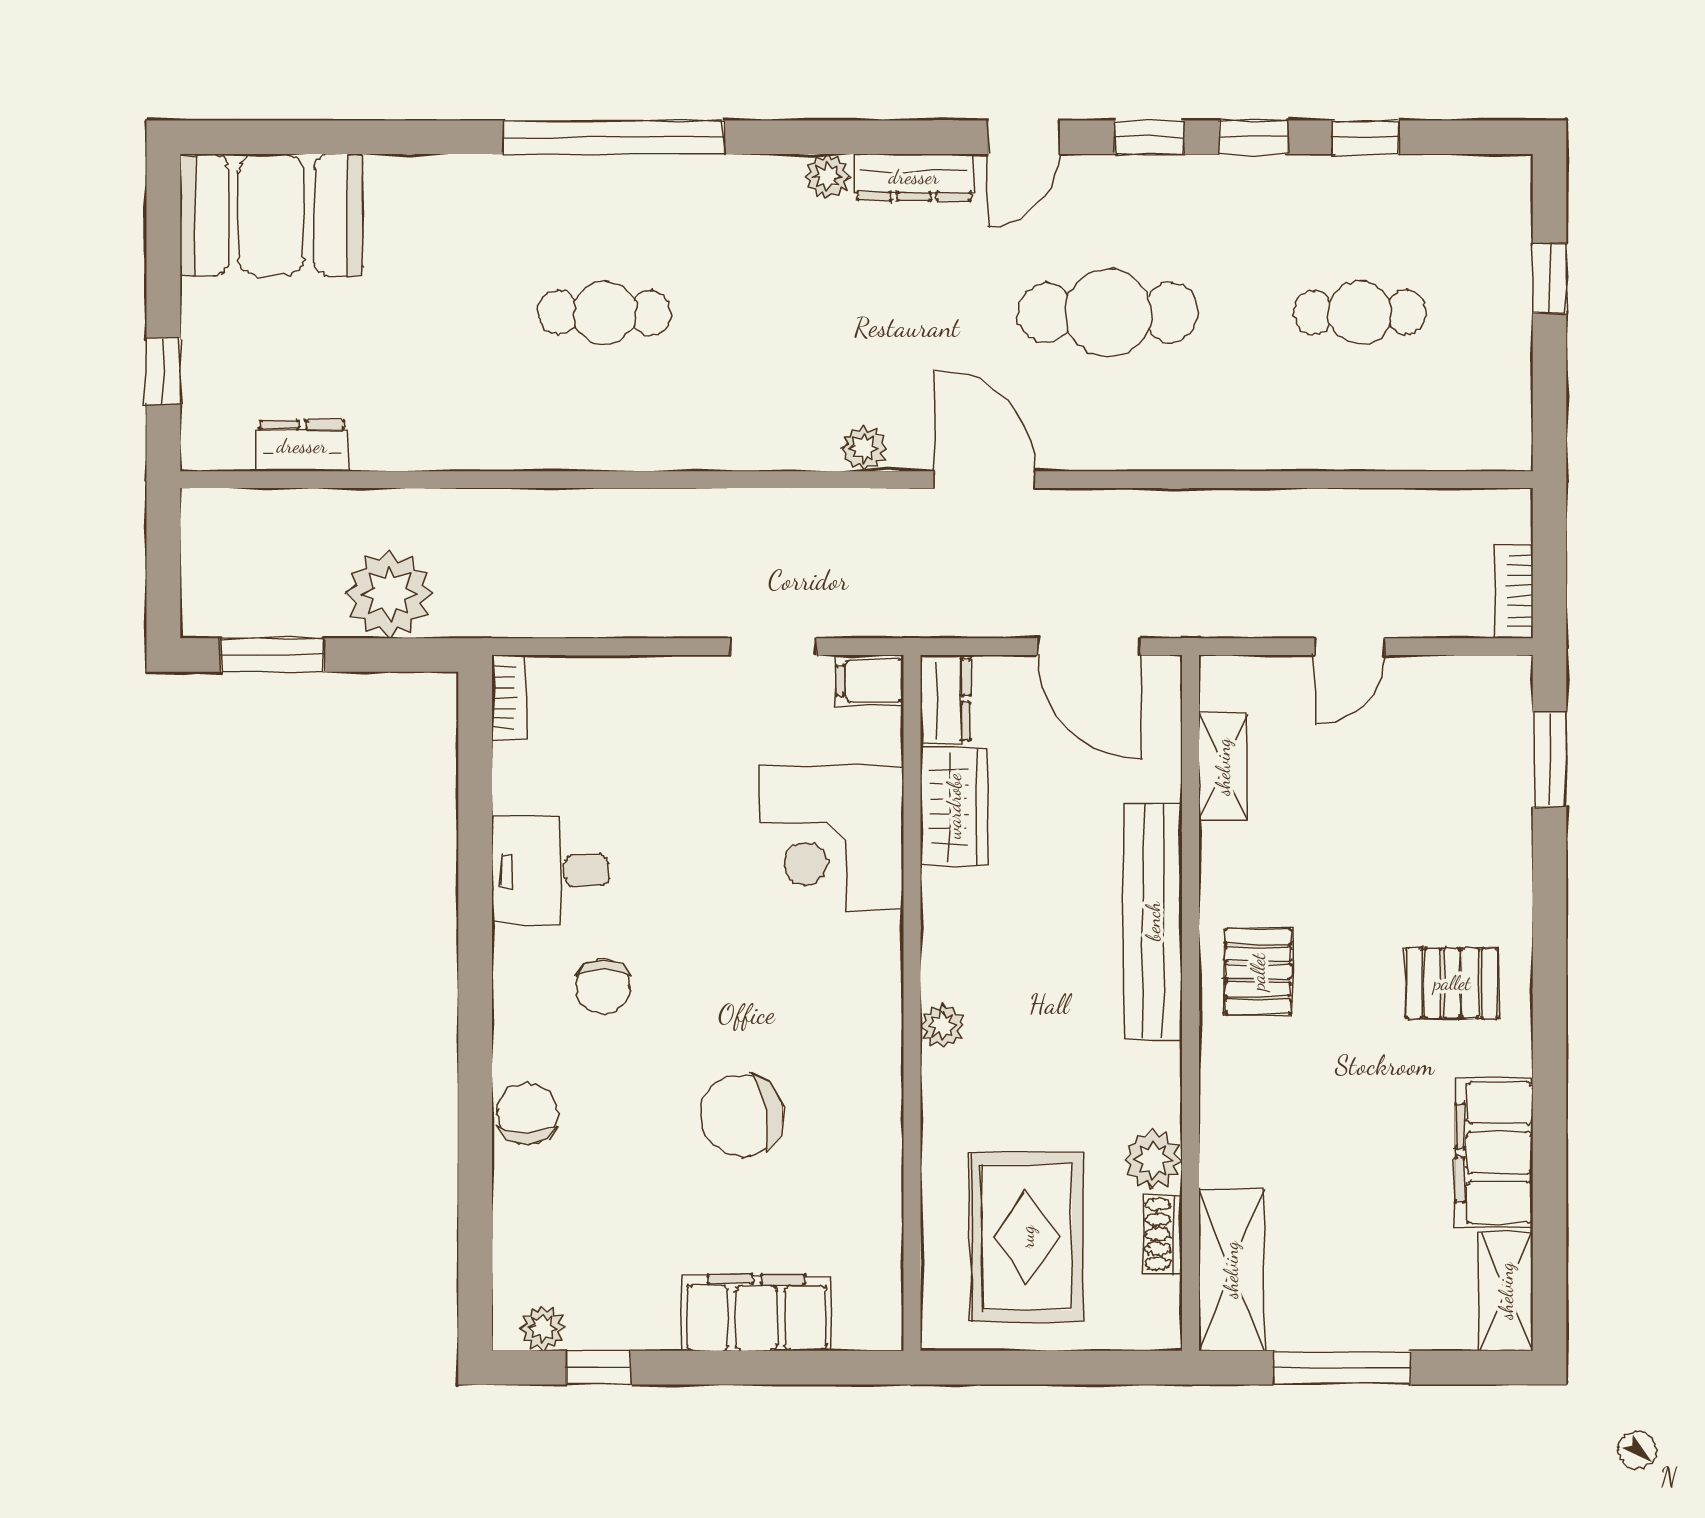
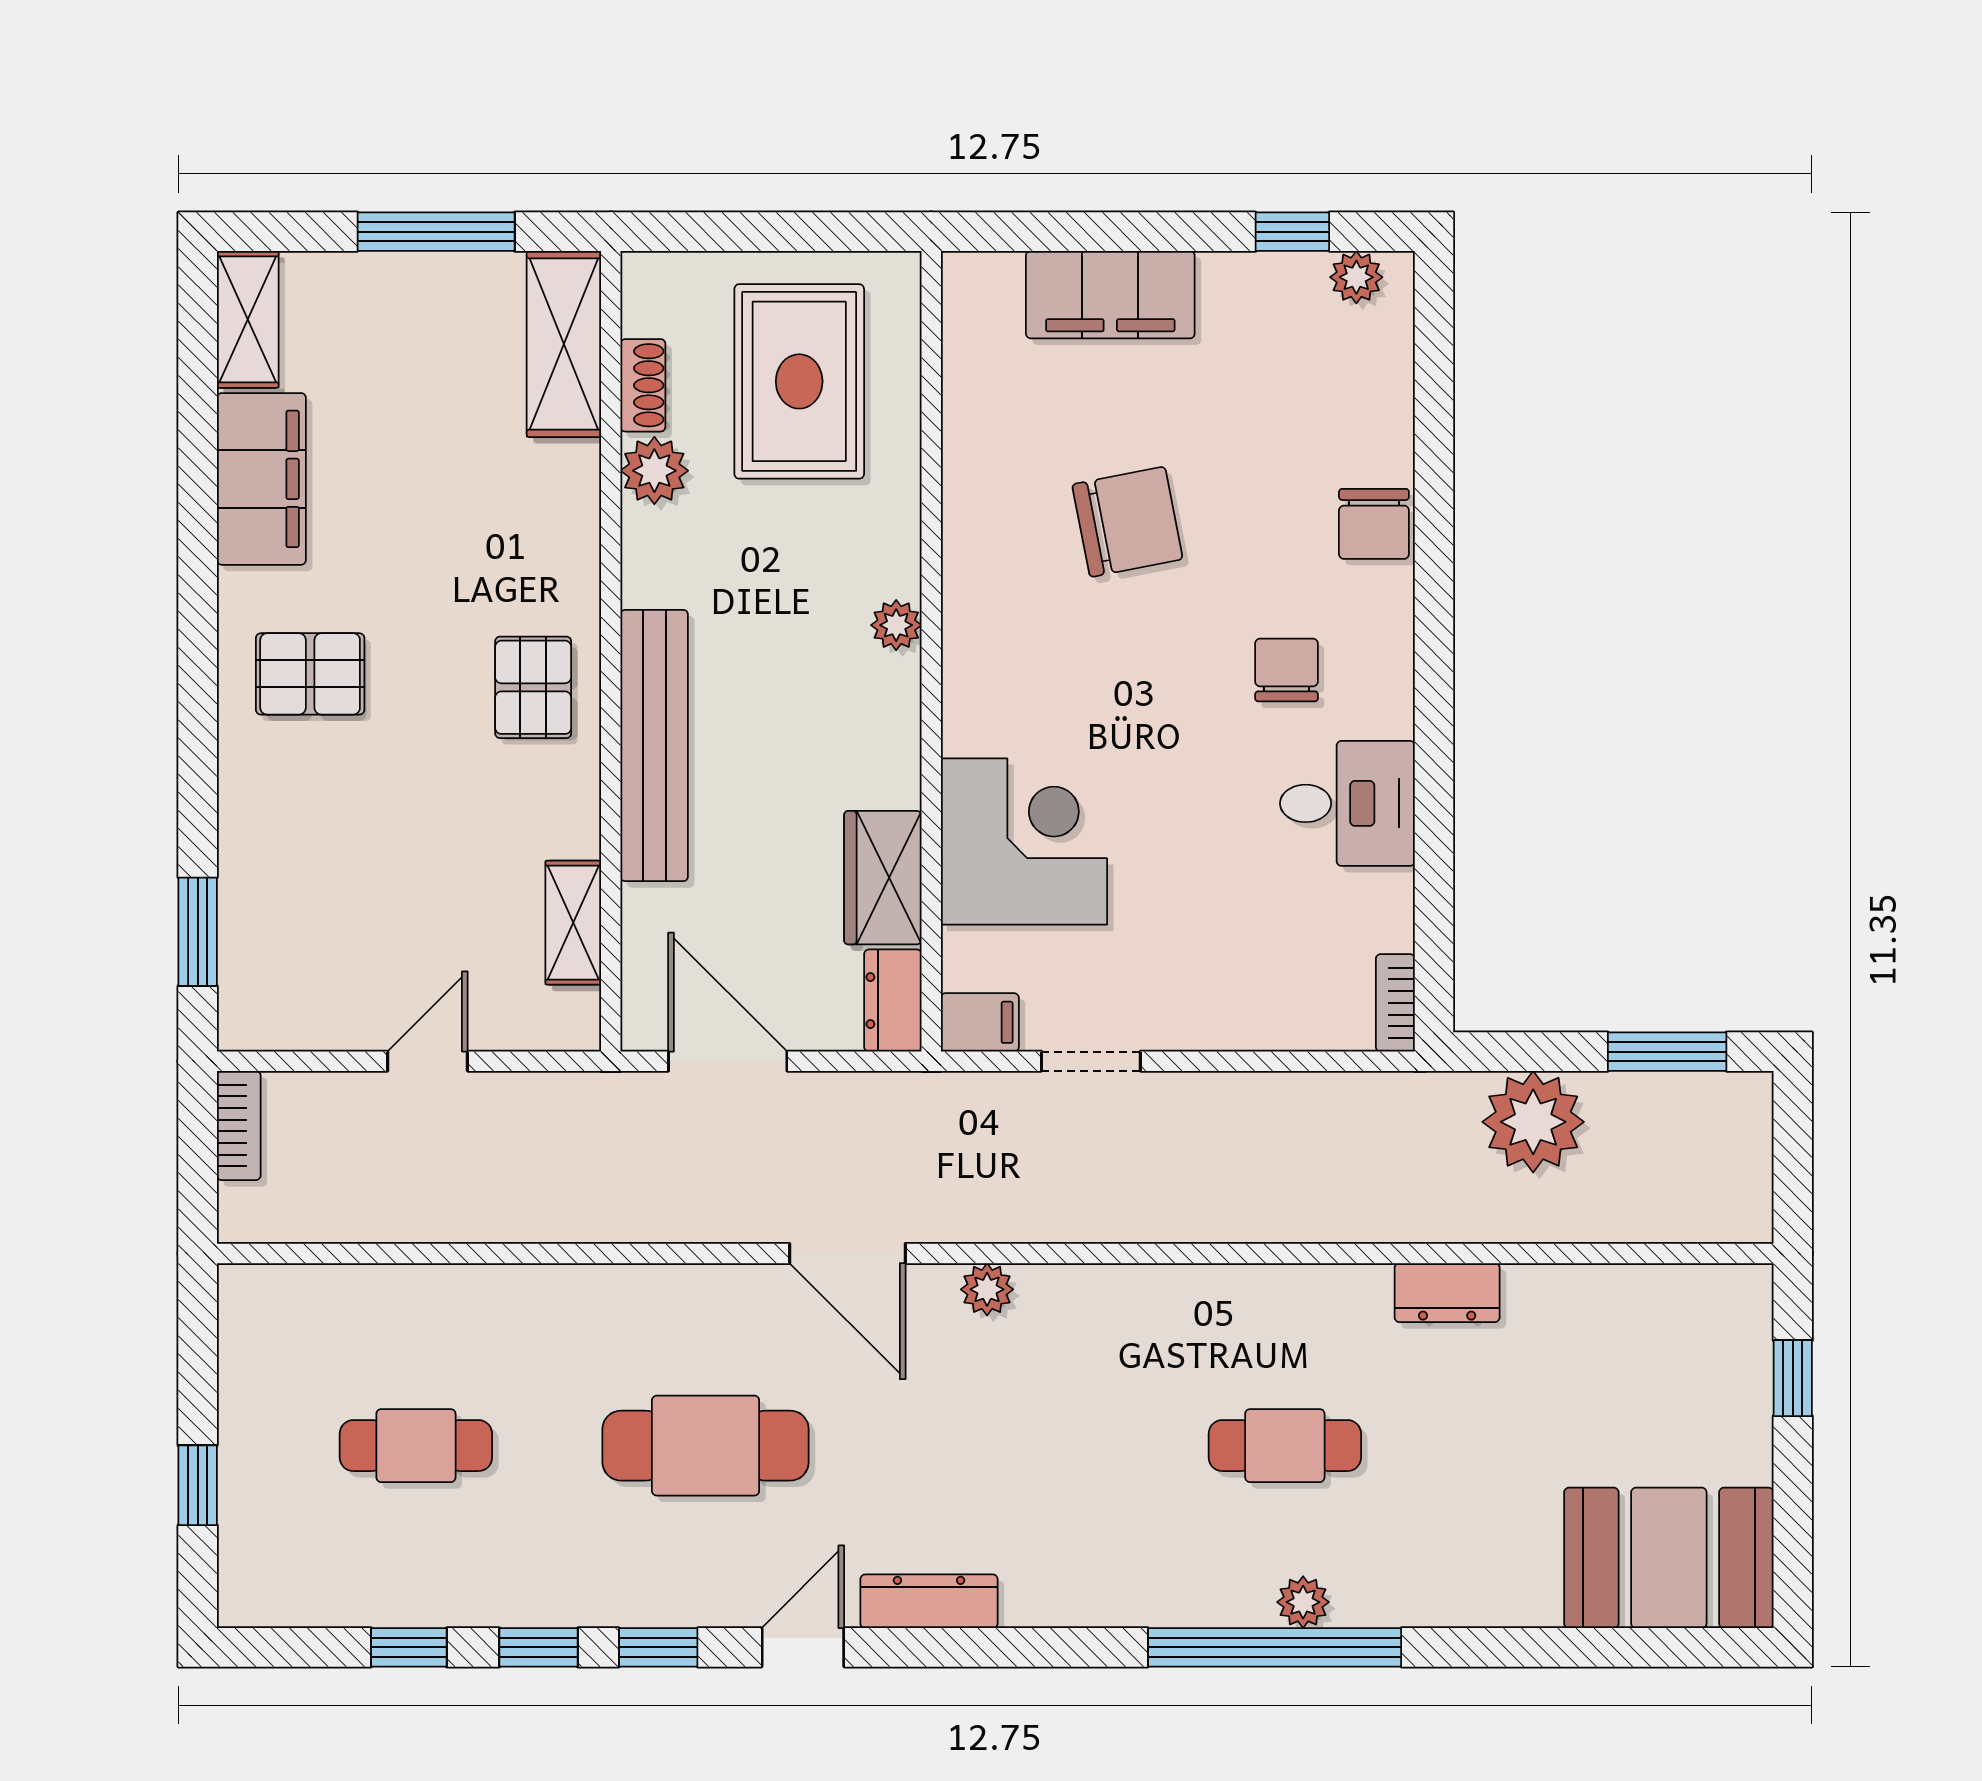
plant: (827, 177) -> (1303, 1602), moved
dresser: (302, 446) -> (1447, 1293), moved

